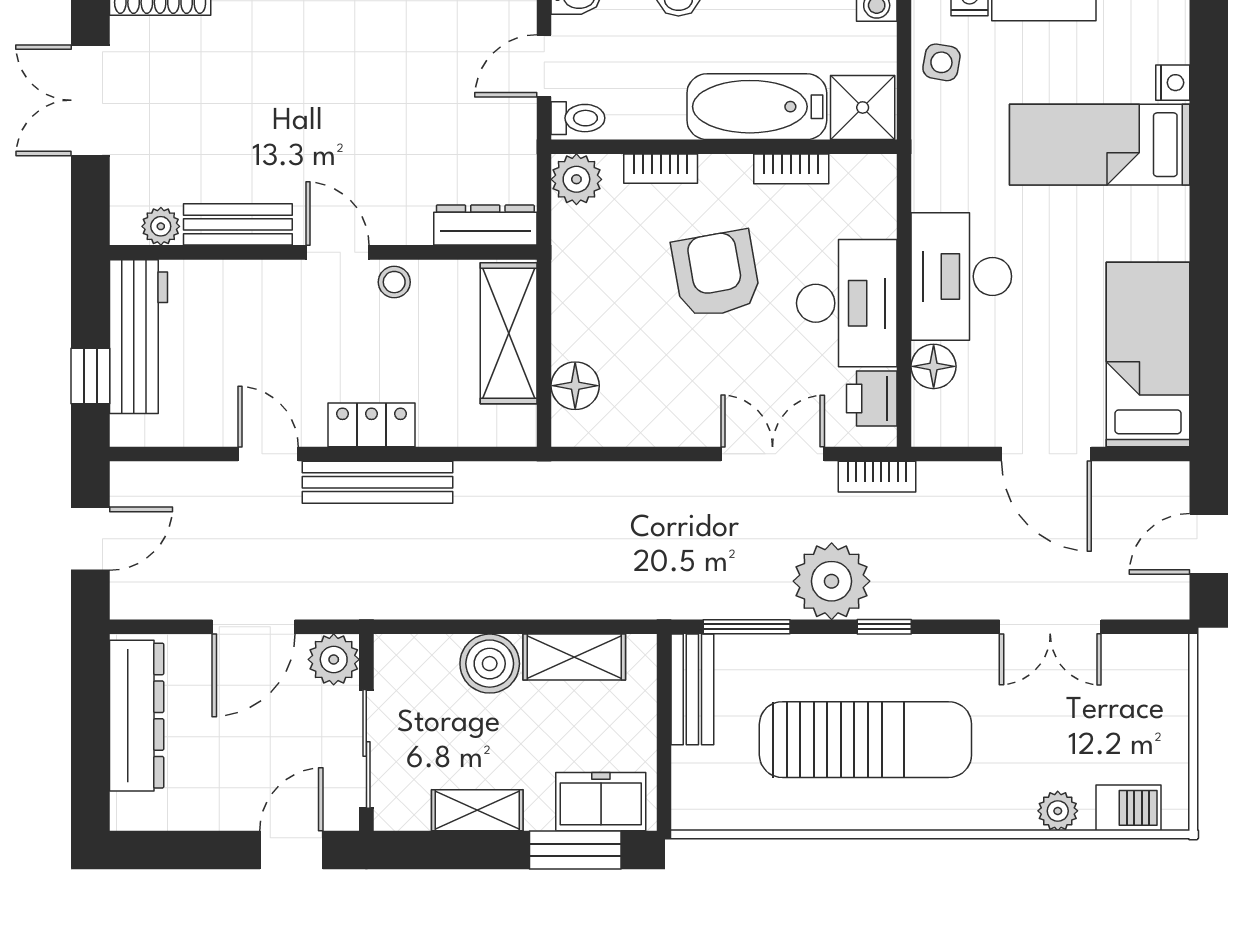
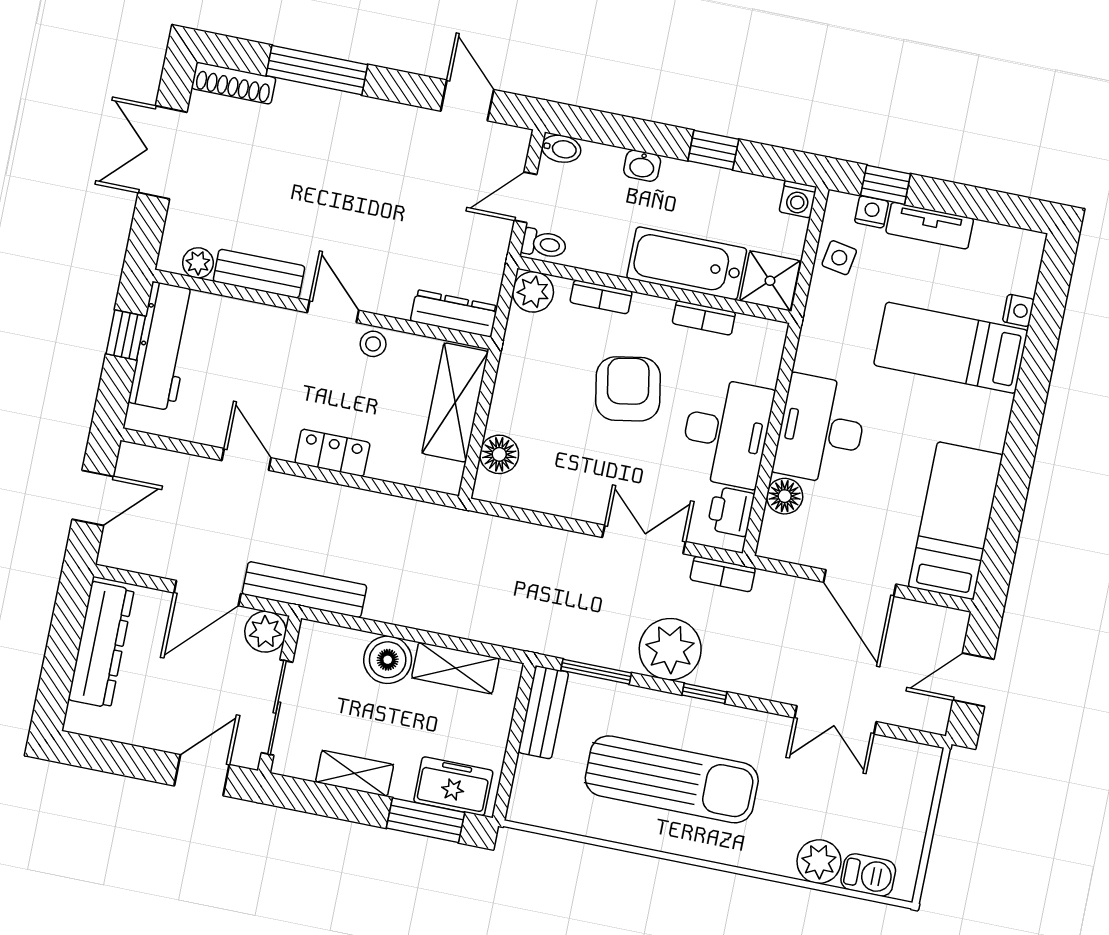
window: (90, 376) -> (126, 335), moved
bench: (378, 482) -> (304, 590), moved
plant: (1058, 811) -> (819, 862), width x1.38, depth x1.38

